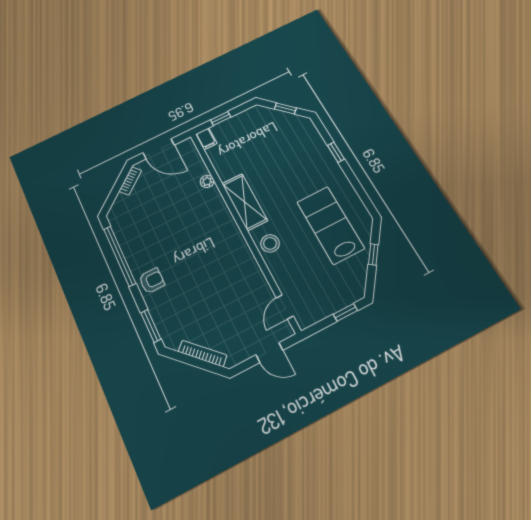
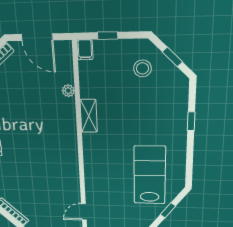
shelving: (245, 202) -> (89, 116), width x0.67, depth x0.75
stool: (270, 243) -> (142, 68), moved

